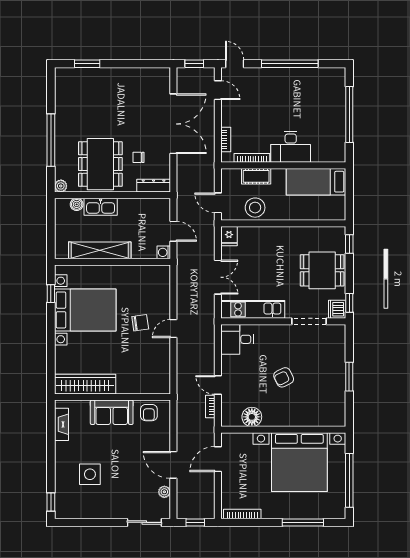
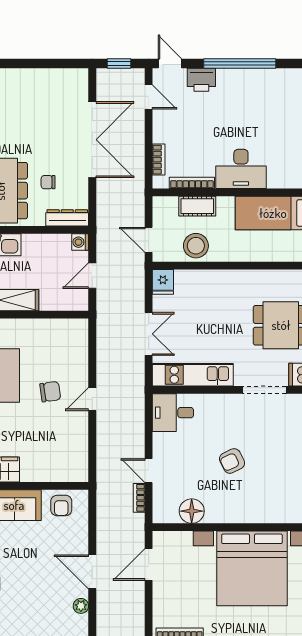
printer: (259, 77) -> (201, 80), added
door: (173, 231) -> (92, 276), swing flipped
washing machine: (164, 252) -> (80, 242), moved

